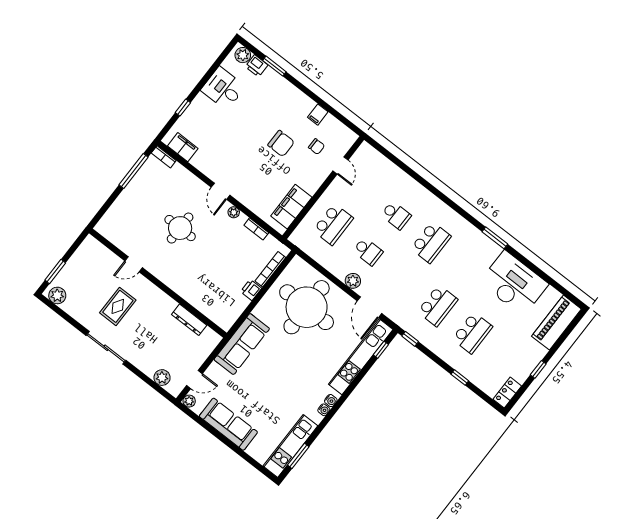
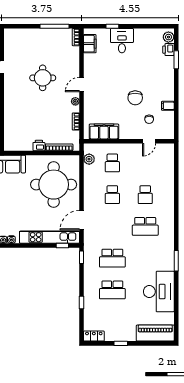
desk: (223, 88) -> (122, 41), moved
school desk: (333, 224) -> (112, 163), width x0.54
plant: (353, 281) -> (89, 159), moved

